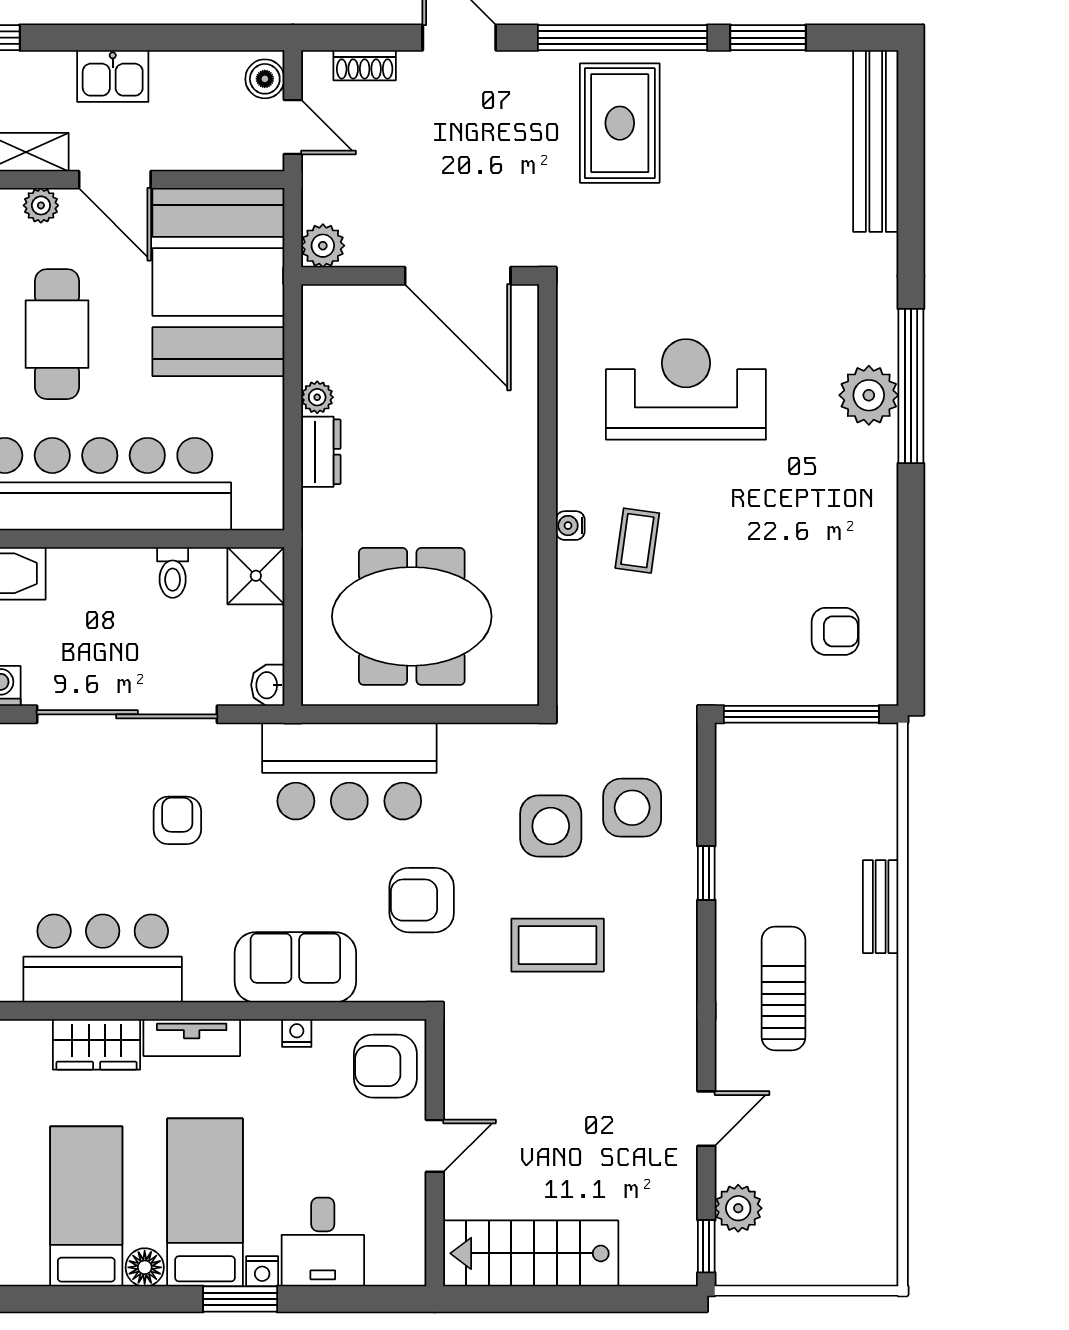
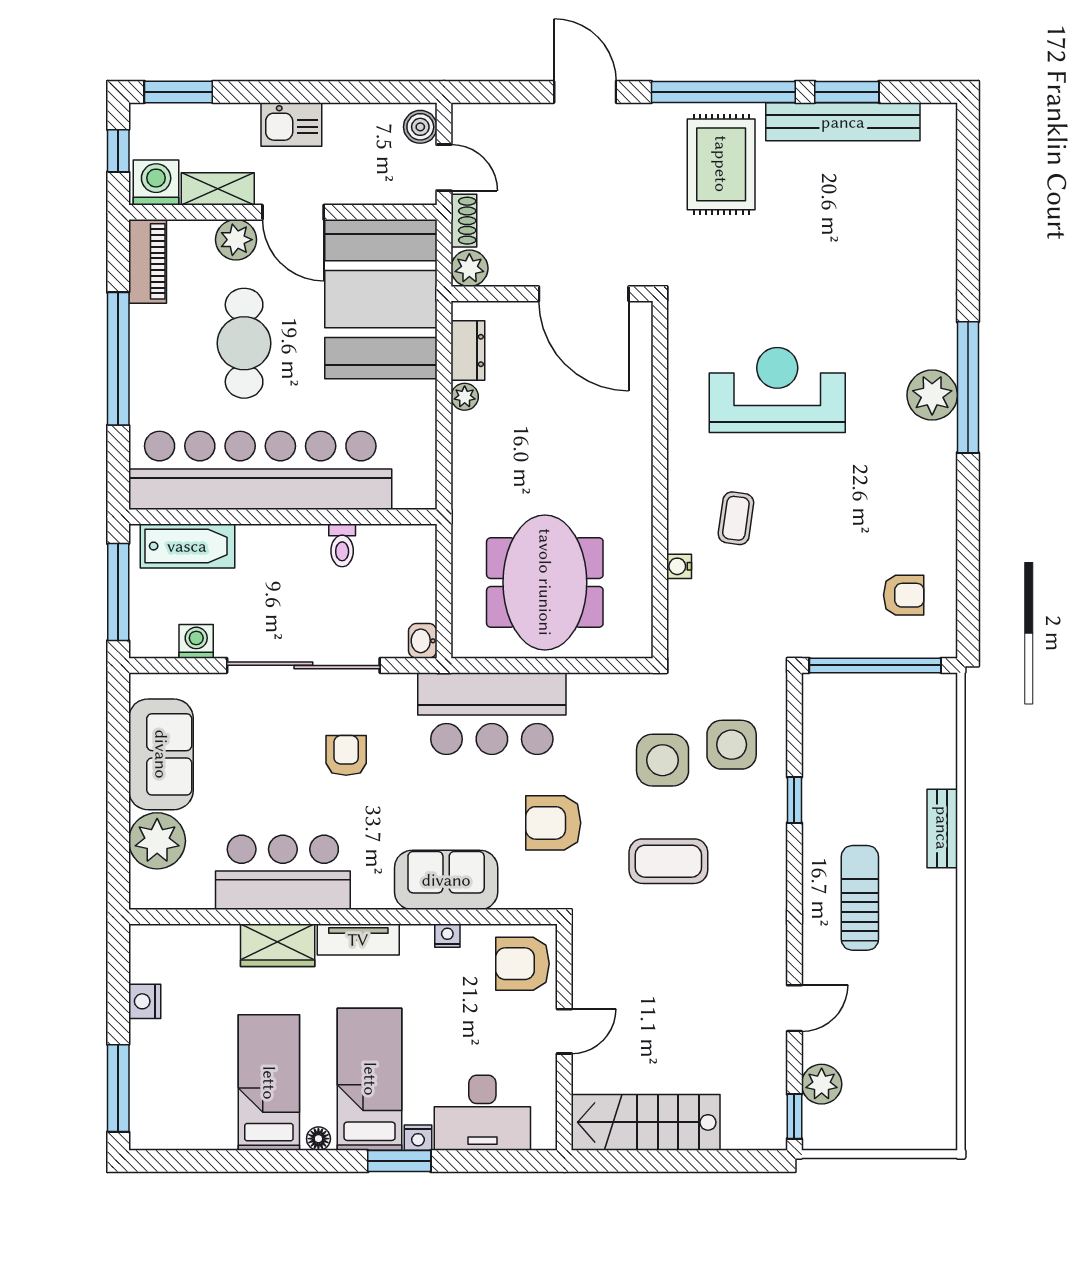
shoe rack: (365, 65) -> (464, 221), moved, turned -90
bench: (876, 141) -> (843, 122), moved, turned 90
plant: (41, 205) -> (236, 240), width x1.38, depth x1.38
dresser: (321, 452) -> (468, 350), moved
water cooler: (570, 526) -> (679, 566), moved
shower: (256, 576) -> (413, 548), removed
meeting table: (412, 616) -> (545, 582), turned 90
desk: (323, 1242) -> (482, 1113), width x1.37
floor lamp: (145, 1267) -> (318, 1139), width x0.73, depth x0.73

